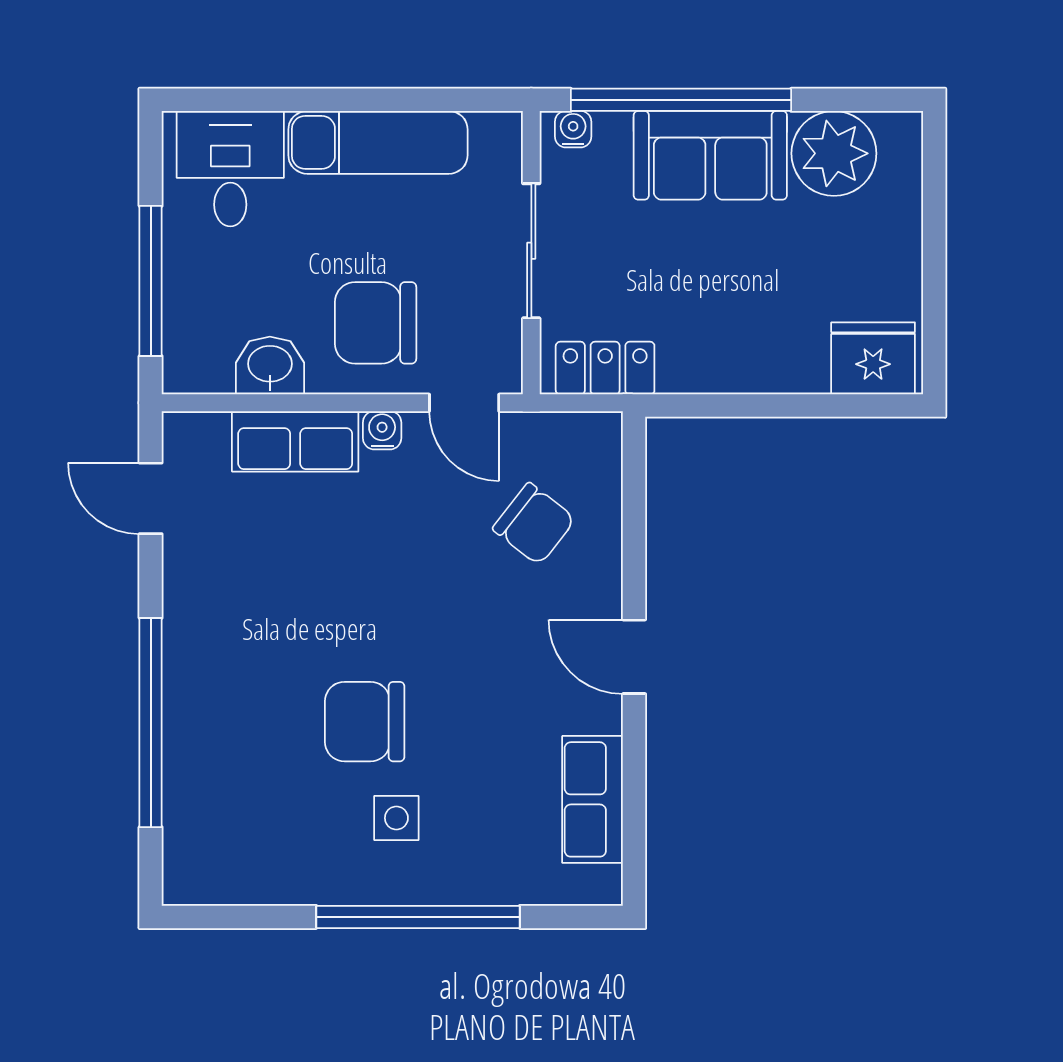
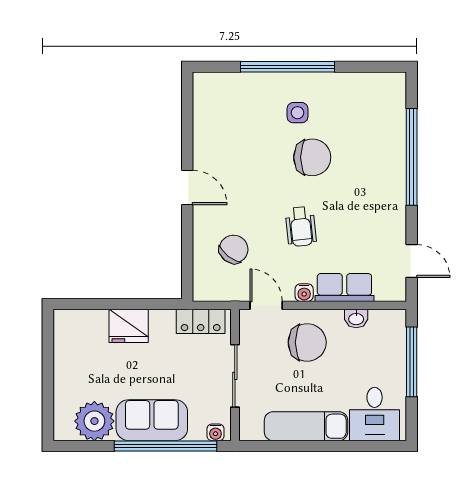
fridge: (873, 358) -> (129, 326), moved
washbasin: (270, 366) -> (356, 319), width x0.72, depth x0.69
chair: (534, 524) -> (234, 249), turned 90
wheelchair: (389, 573) -> (301, 227), added
row of seats: (593, 799) -> (206, 121), removed

